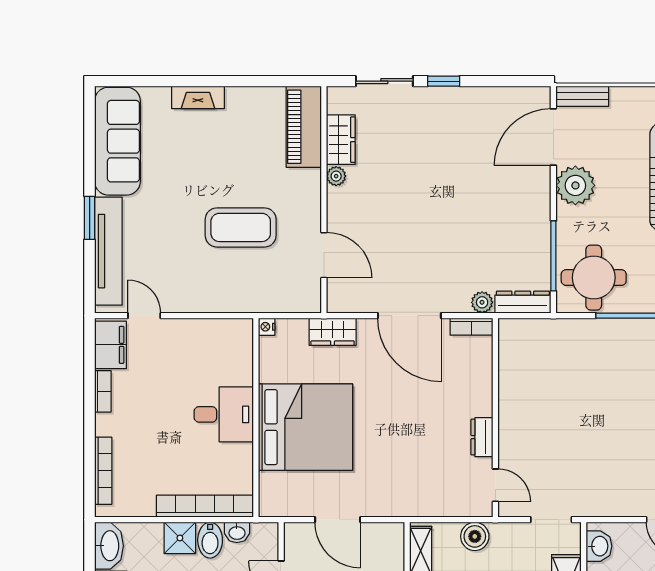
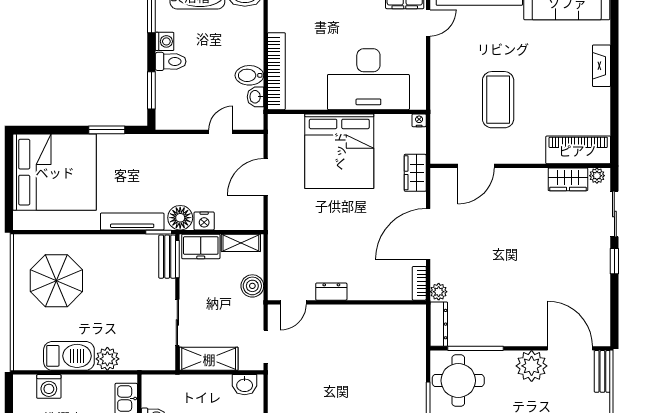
plant: (336, 176) -> (597, 176), moved
desk: (224, 414) -> (368, 79), width x1.87, depth x1.30
shower: (180, 538) -> (251, 51), removed

